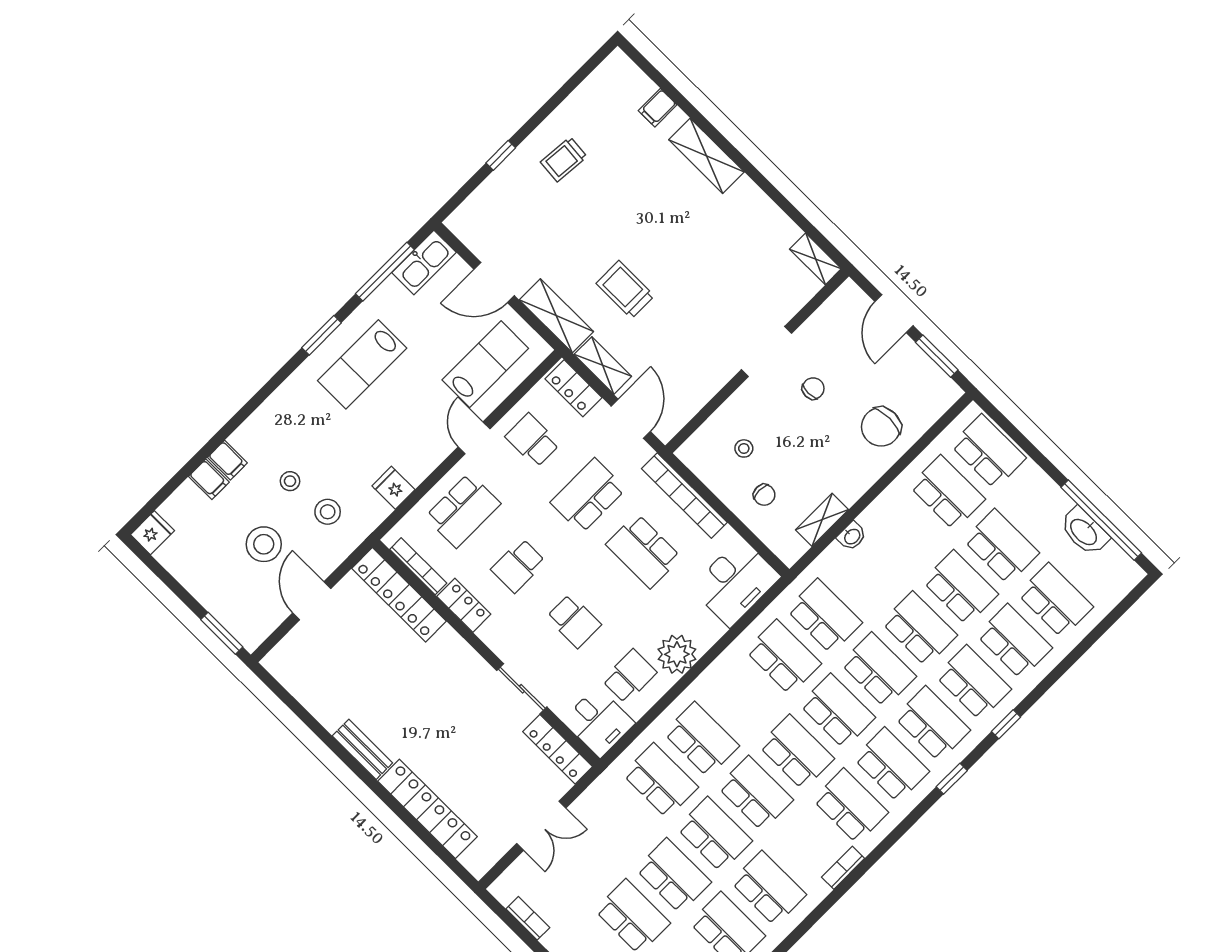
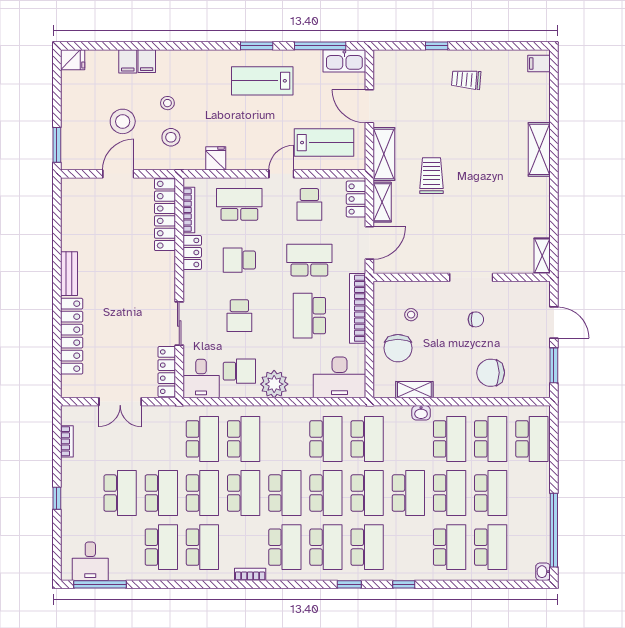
filing cabinet: (658, 108) -> (539, 63), moved
door: (894, 314) -> (554, 323), swing flipped
school desk: (532, 440) -> (309, 204), turned 180
chair: (764, 495) -> (398, 348), width x1.87, depth x1.87
school desk: (463, 510) -> (239, 204), turned 180
washbasin: (1084, 531) -> (543, 572), moved, width x0.52, depth x0.69
school desk: (973, 683) -> (450, 439), moved

